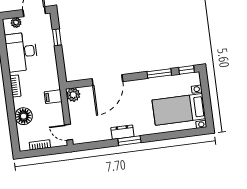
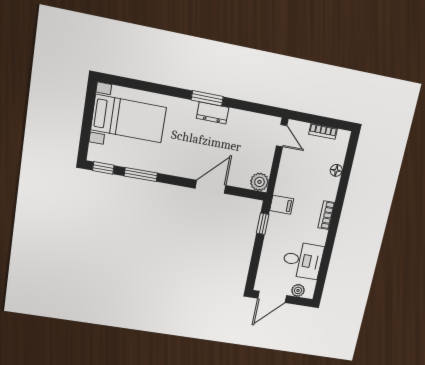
window: (57, 37) -> (263, 224), moved
desk: (22, 52) -> (303, 260), width x0.73
door: (107, 80) -> (211, 187), width x0.73
filing cabinet: (53, 97) -> (282, 205), moved
floor lamp: (24, 116) -> (336, 170), width x0.53, depth x0.53

